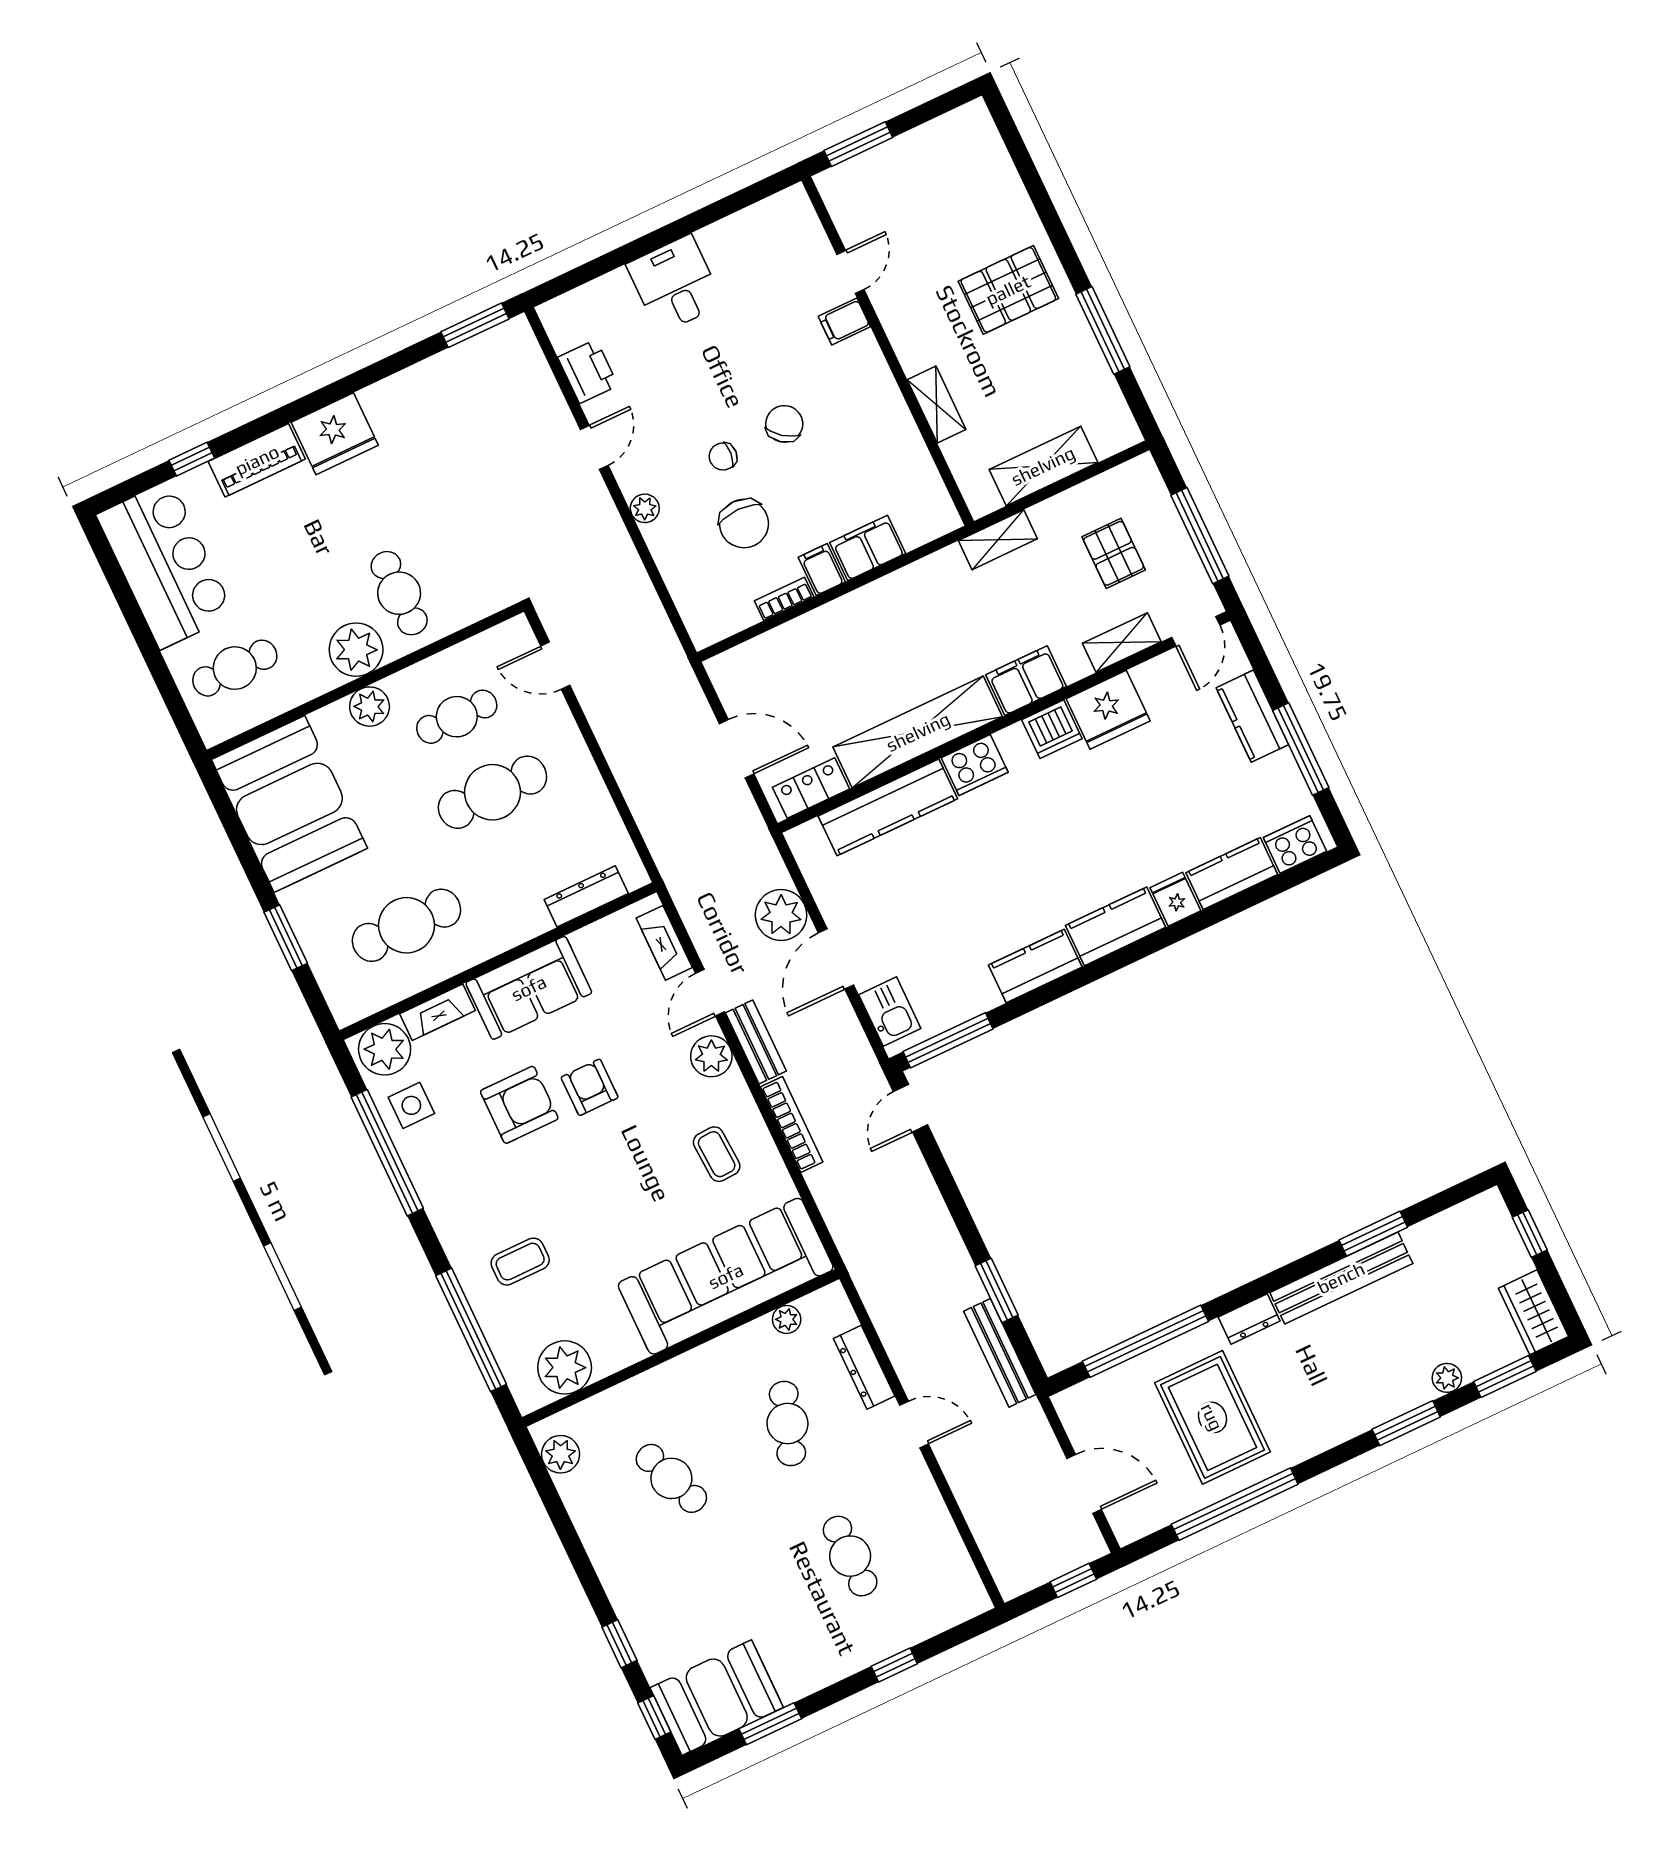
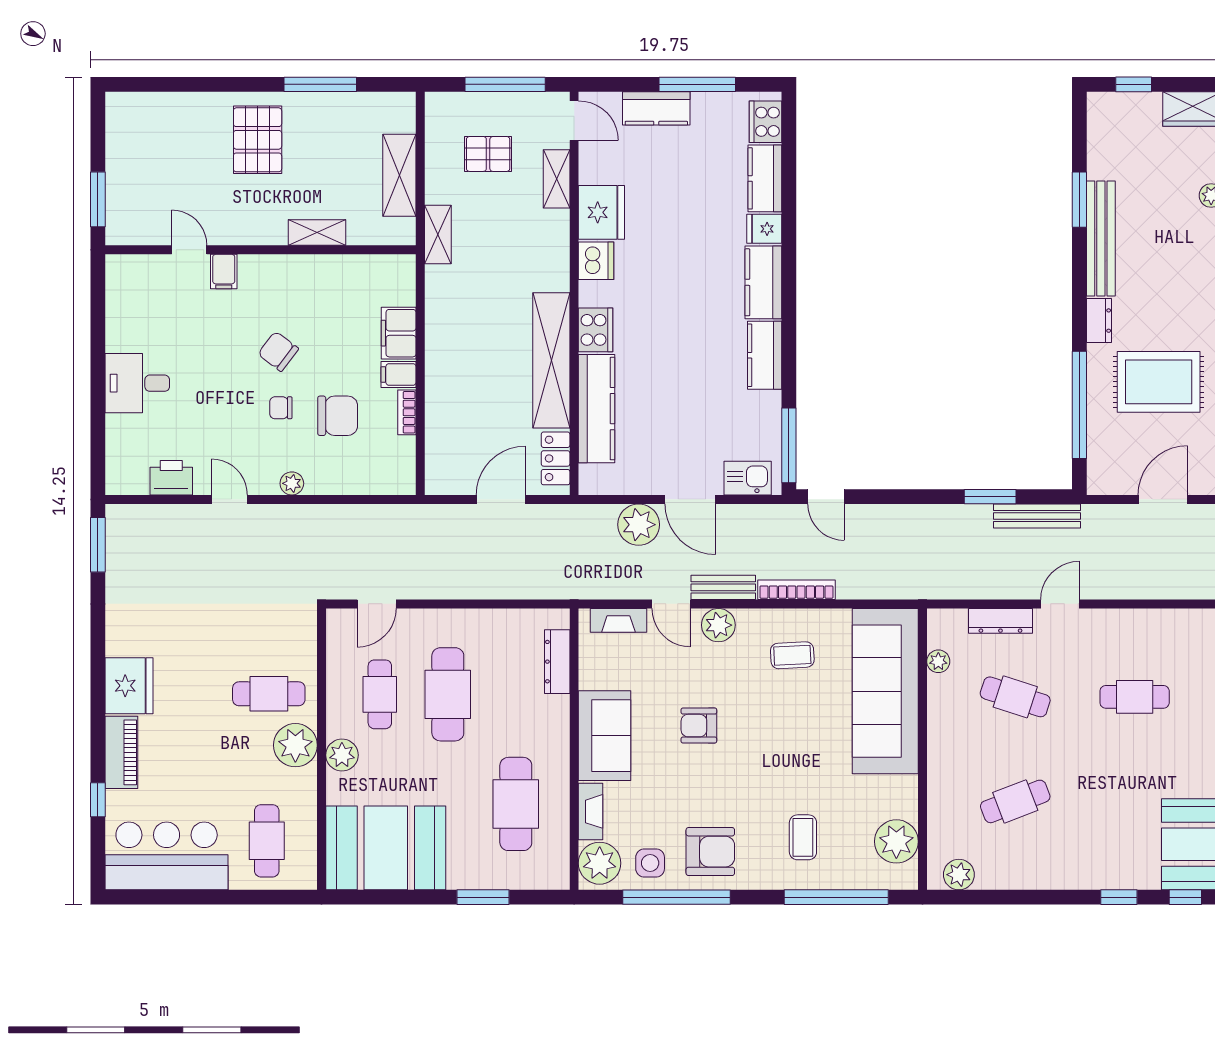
chair: (723, 456) -> (281, 408), turned 85
filing cabinet: (1026, 681) -> (551, 263), removed
armchair: (519, 1105) -> (710, 852), moved, turned 90

